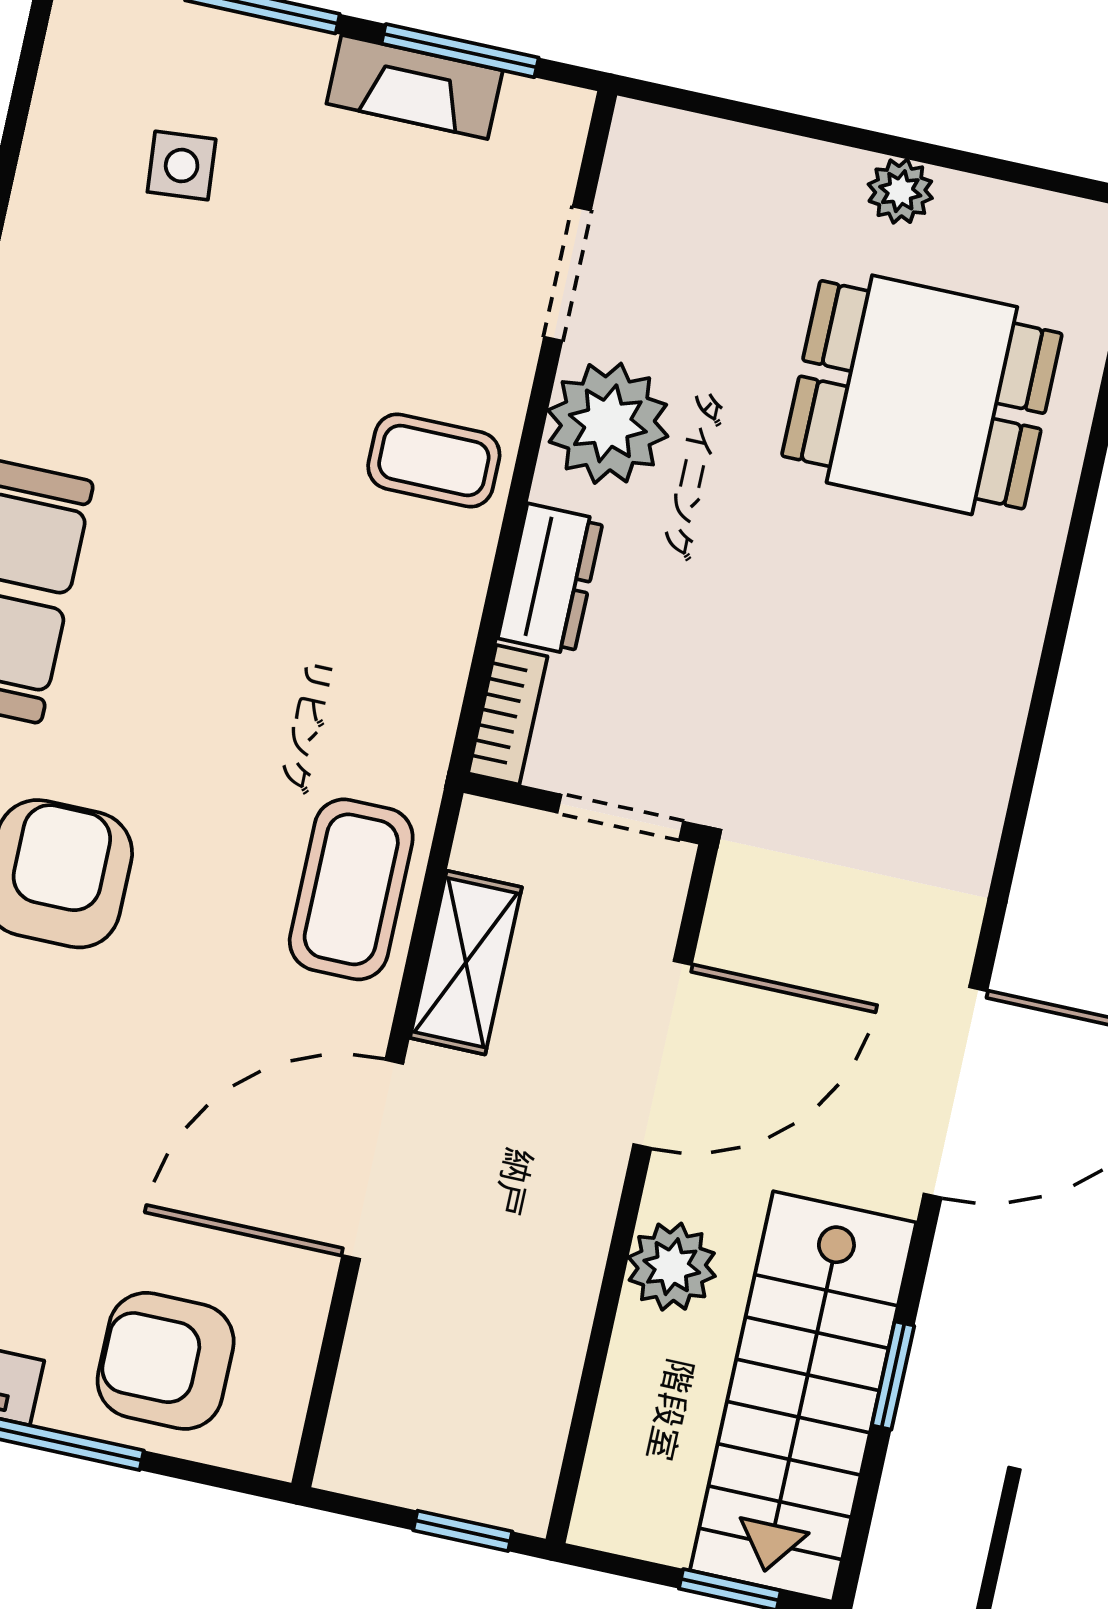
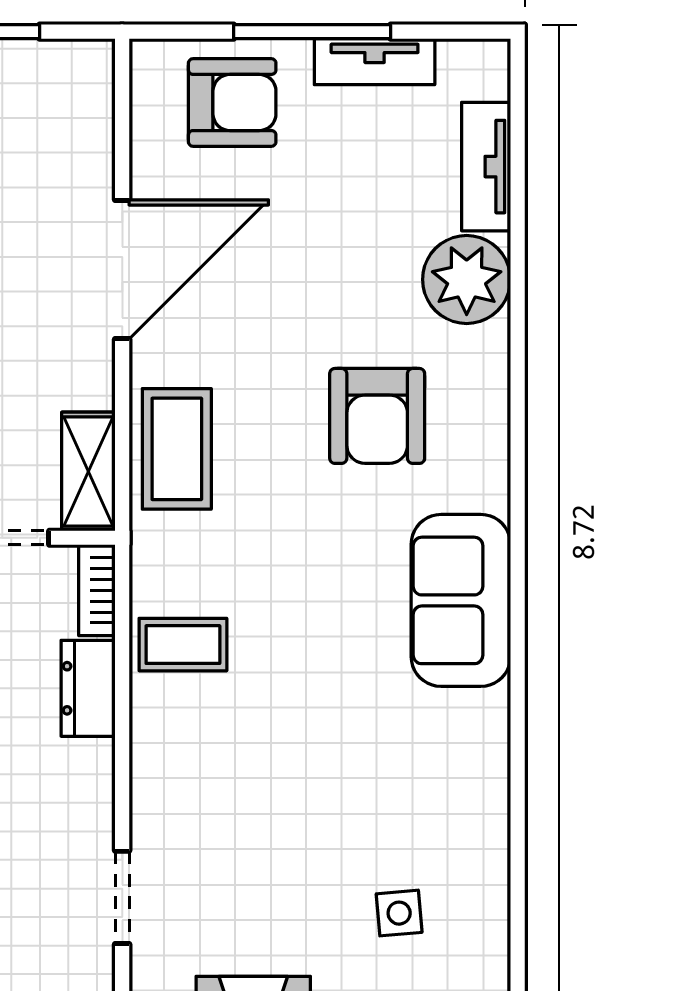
plant: (608, 423) -> (73, 802), removed
coffee table: (434, 461) -> (183, 645), moved
shelving: (466, 963) -> (88, 471), moved

